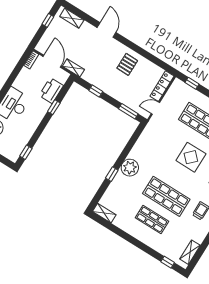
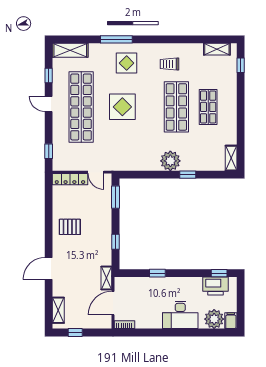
printer: (51, 91) -> (215, 286), moved

